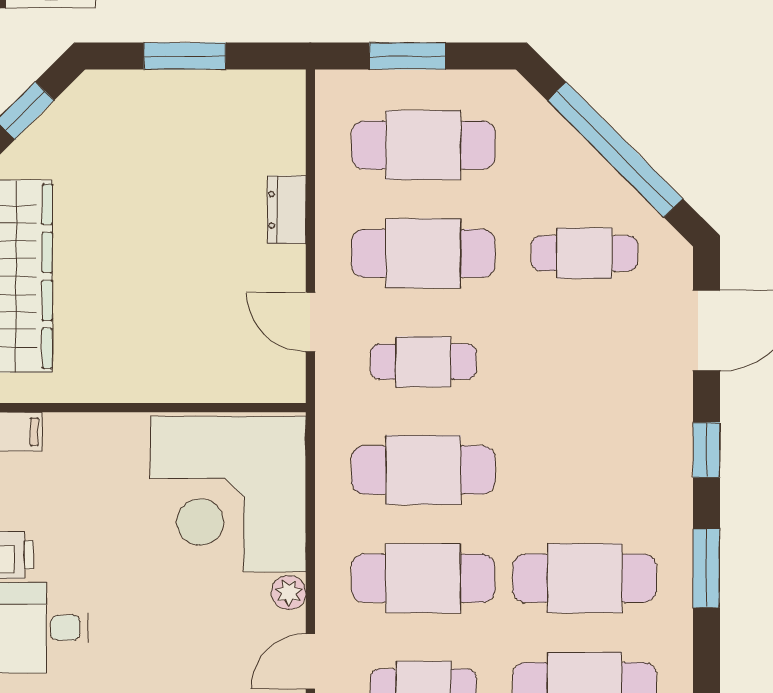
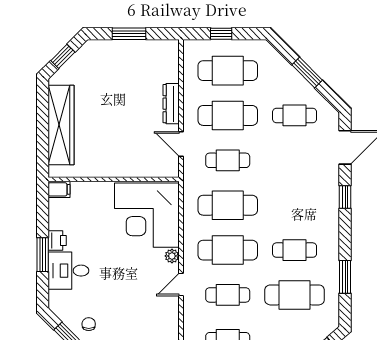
window: (408, 56) -> (221, 34), width x0.67
window: (615, 150) -> (307, 73), width x0.47
dresser: (287, 210) -> (171, 104), width x1.44
window: (706, 568) -> (345, 277), moved
cafe table: (585, 578) -> (295, 250), width x0.73, depth x0.74

